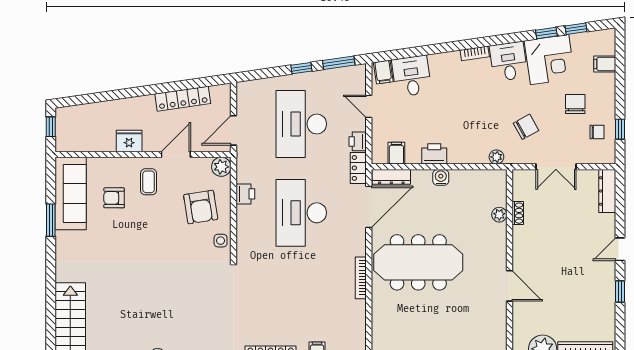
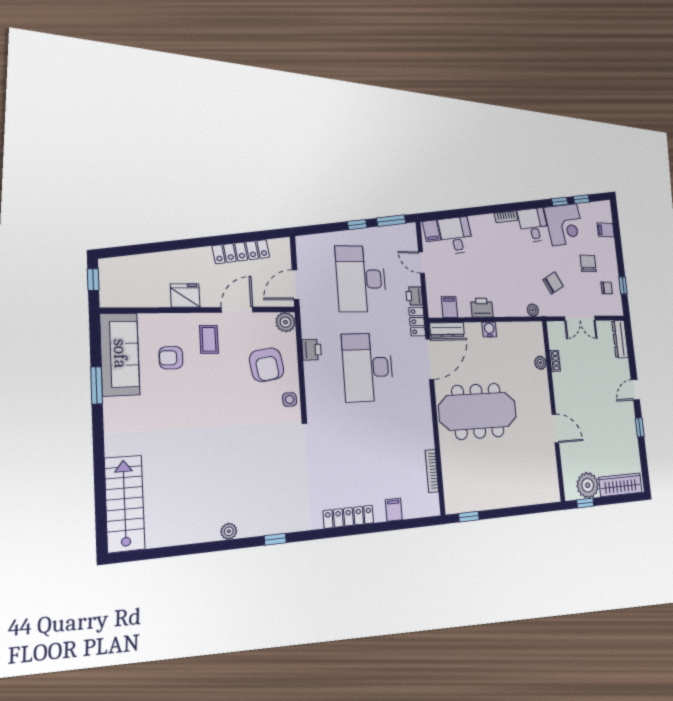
bookcase: (361, 278) -> (432, 471), moved

